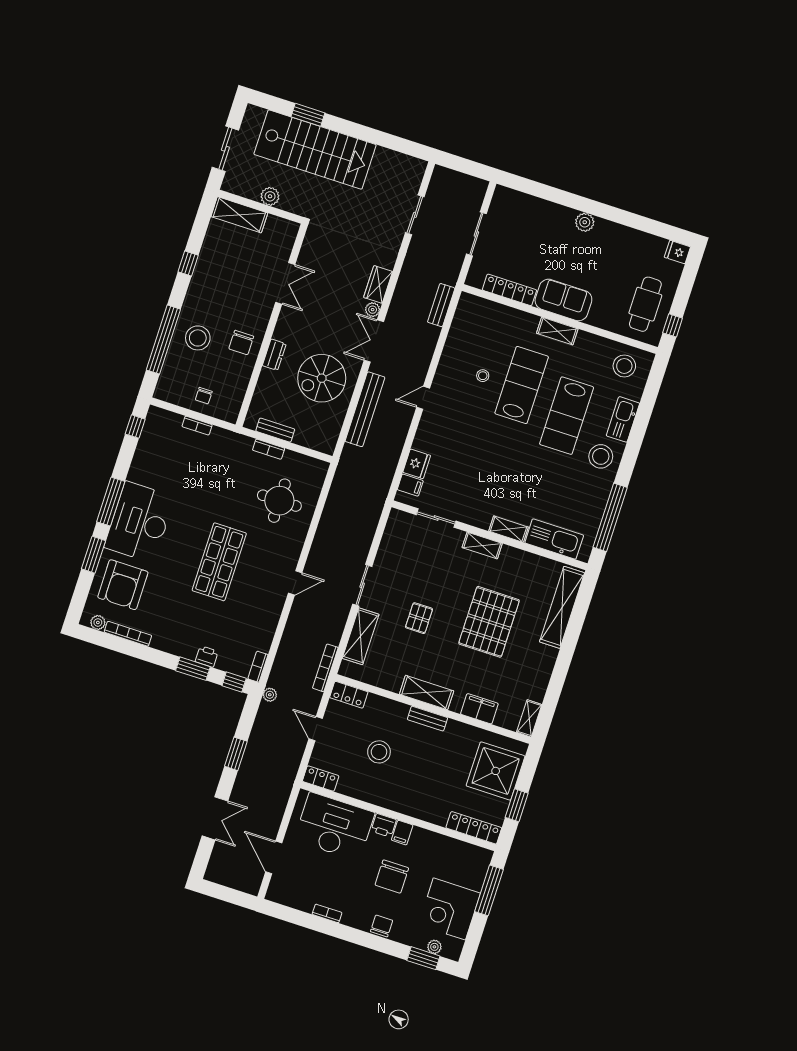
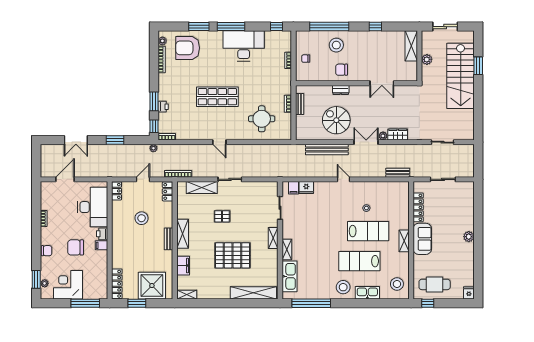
desk: (139, 522) -> (244, 46), moved

